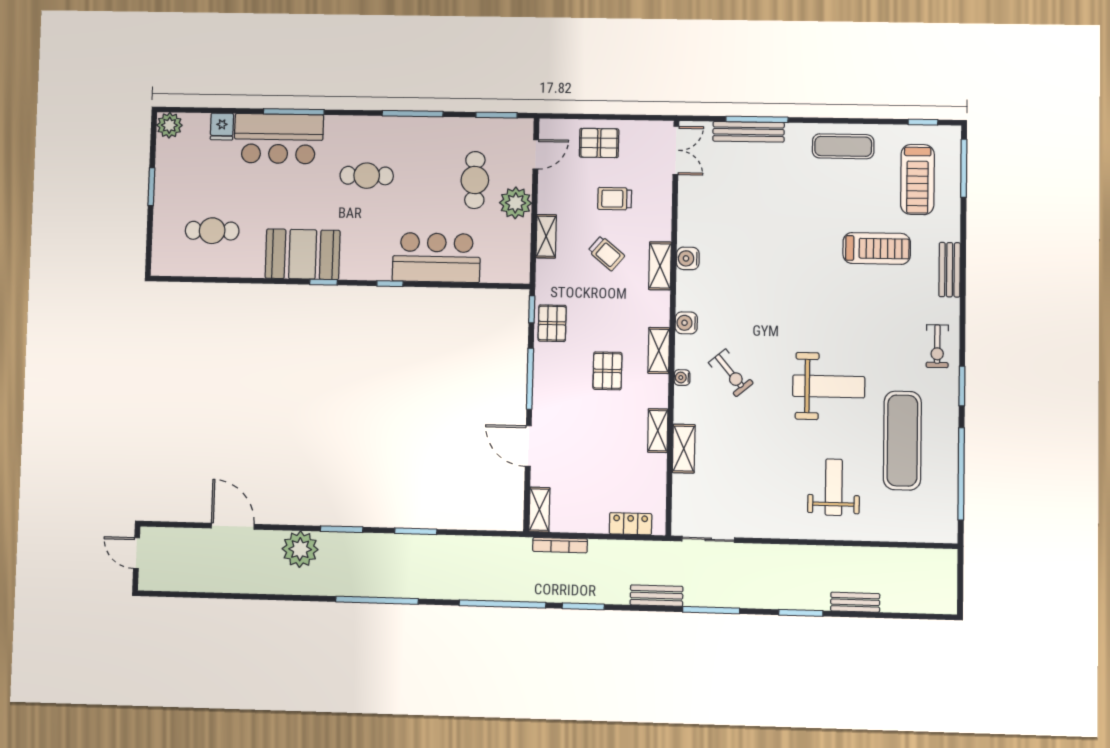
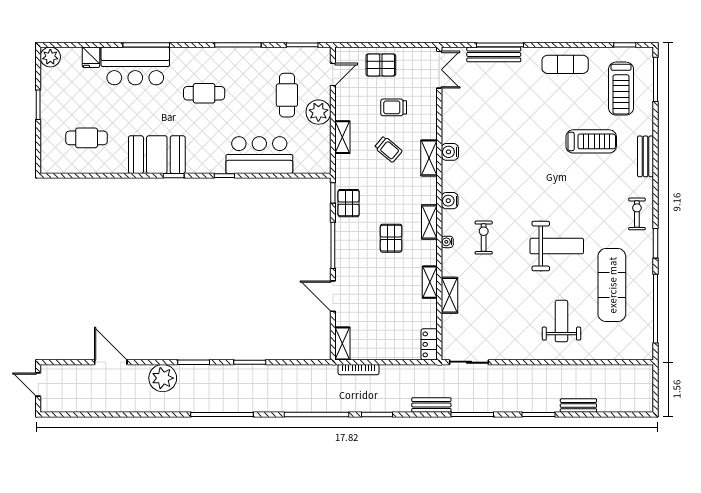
exercise bike: (937, 346) -> (637, 214), turned 180
exercise bike: (731, 373) -> (484, 238), turned -140
locker: (631, 524) -> (429, 344), moved, turned -90

